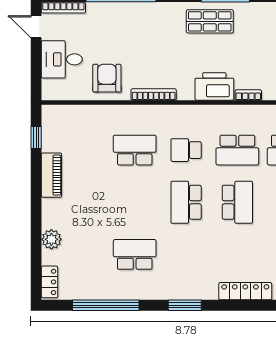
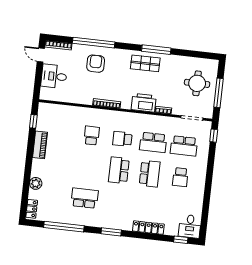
armchair: (107, 78) -> (96, 64), moved
school desk: (135, 150) -> (92, 135), width x0.54

